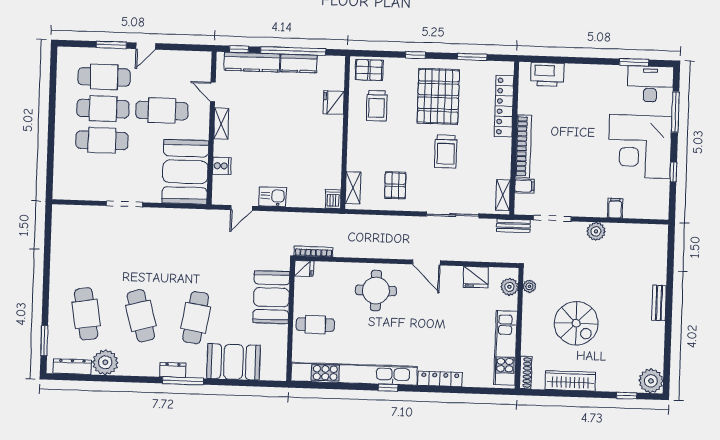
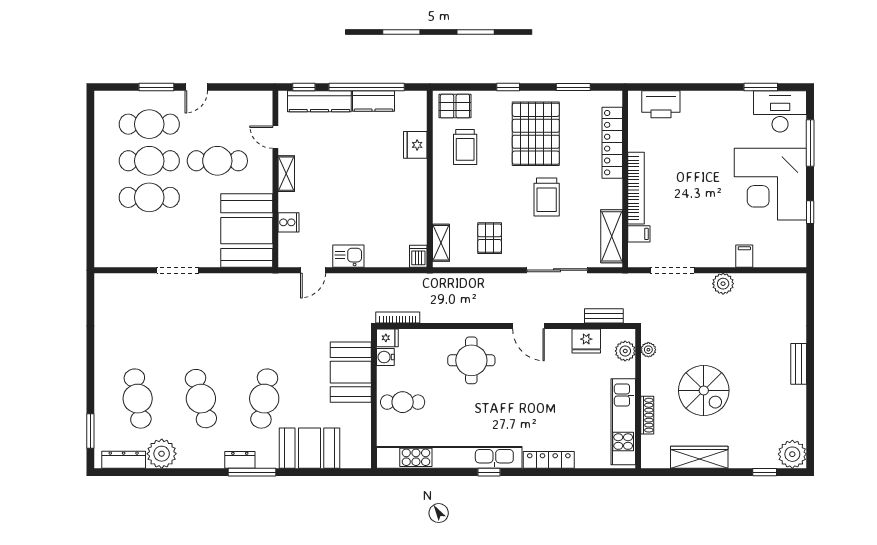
shelving: (503, 195) -> (612, 236), width x1.50, depth x1.33
bench: (513, 226) -> (604, 316), moved
water cooler: (302, 285) -> (385, 357), added
shoe rack: (526, 372) -> (647, 415), moved

